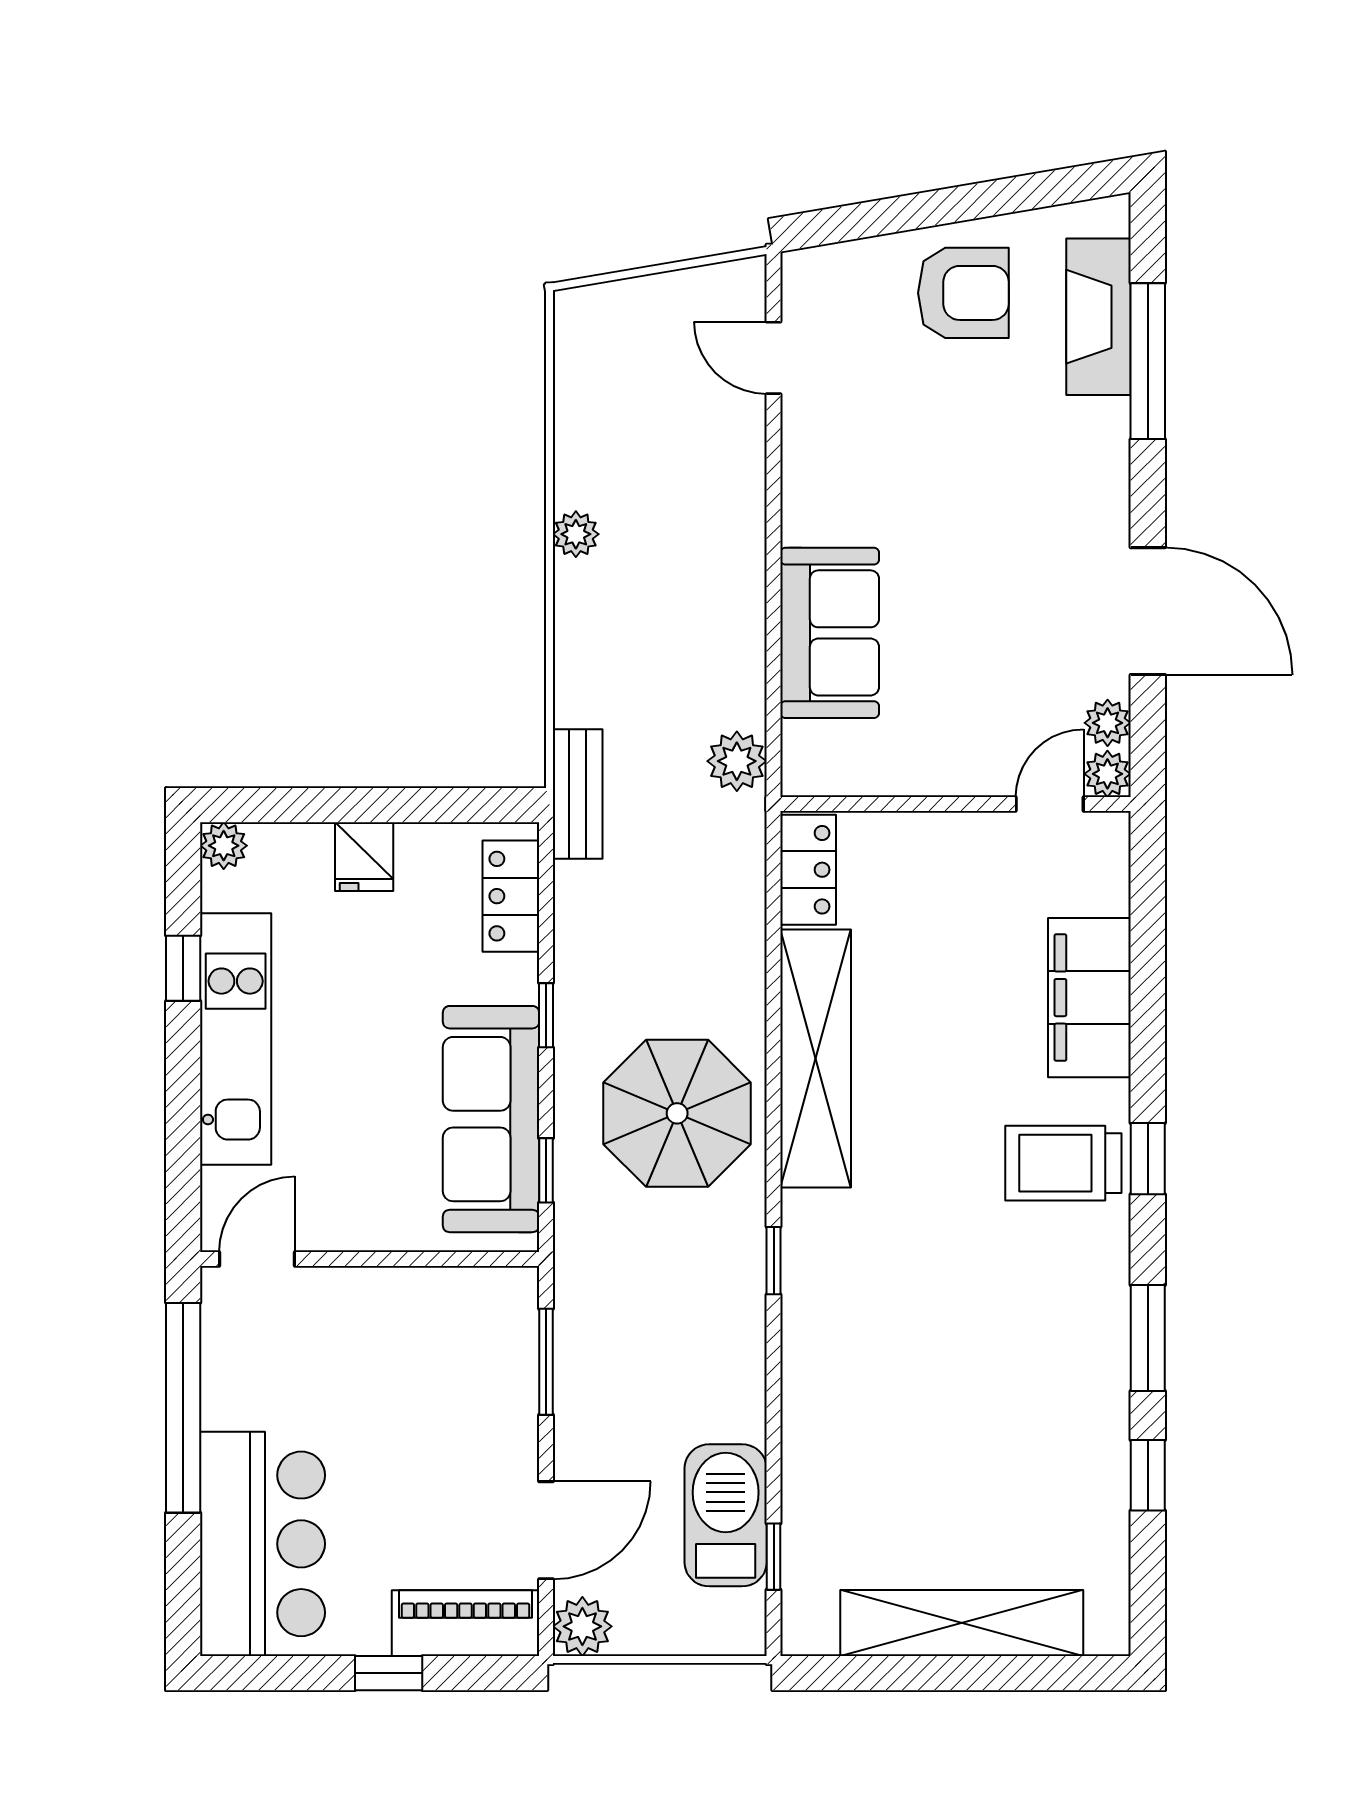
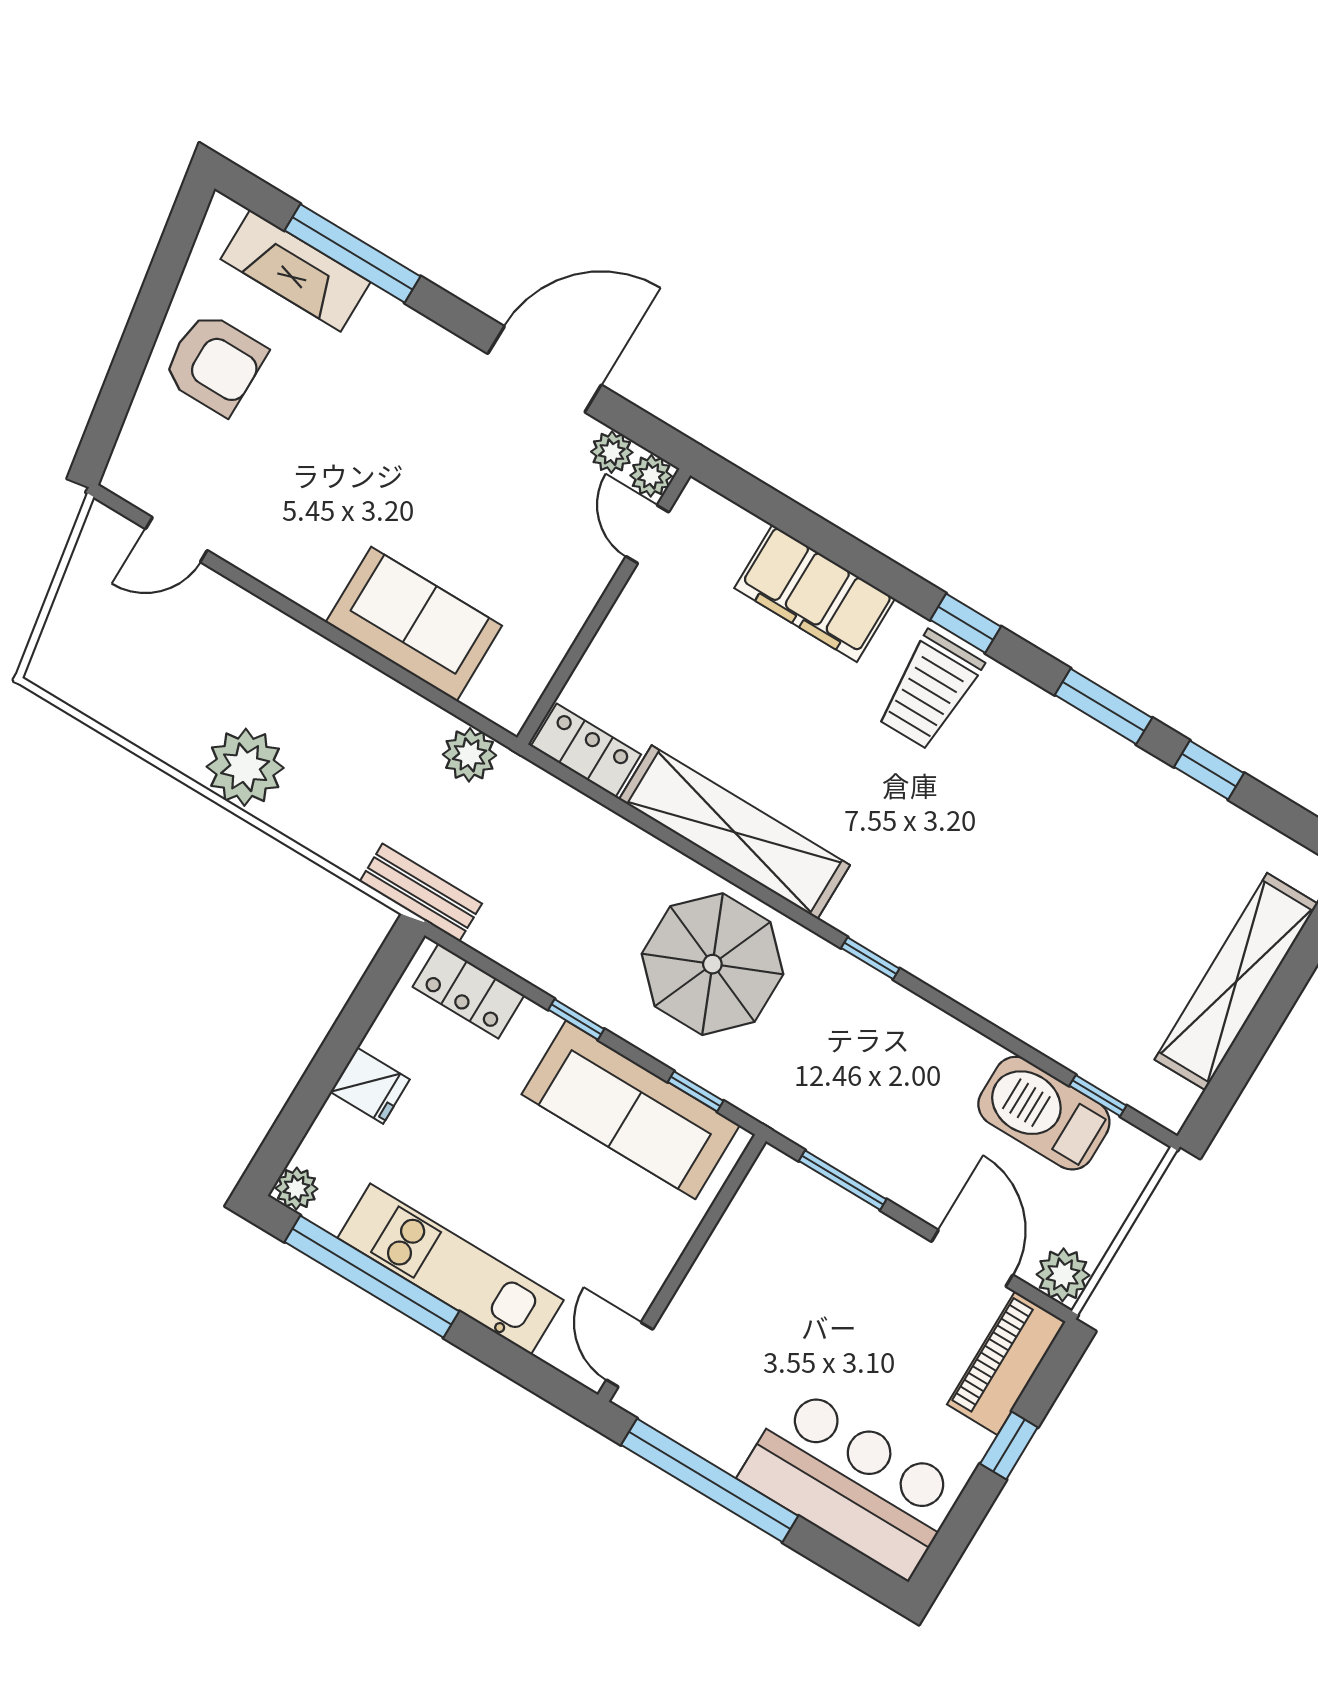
armchair: (963, 293) -> (215, 364), turned 90
plant: (576, 534) -> (245, 767), width x1.87, depth x1.87
window: (183, 968) -> (372, 1277), width x3.17

